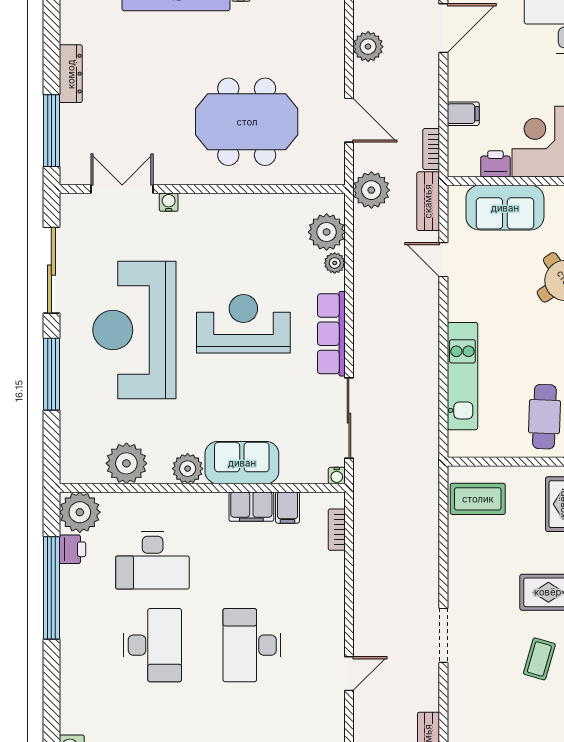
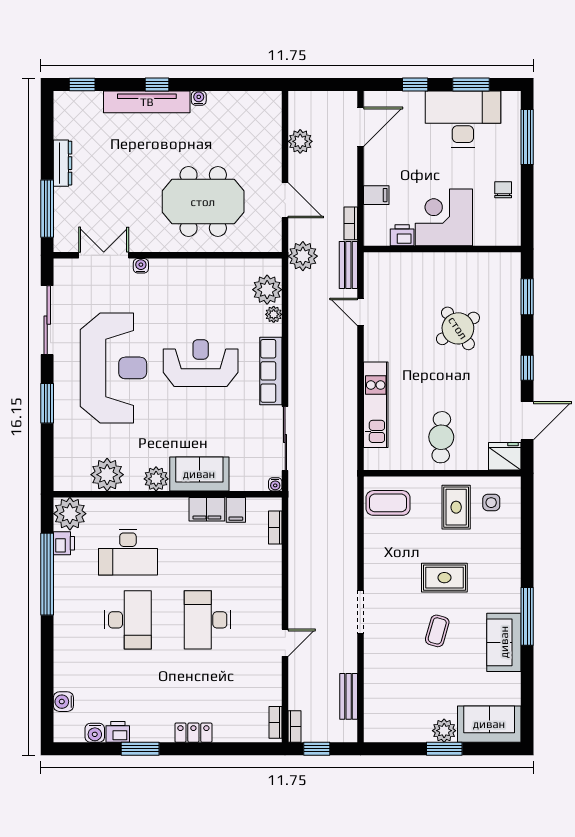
sofa: (505, 208) -> (410, 270), removed
reception desk: (134, 330) -> (113, 368), turned 180
window: (51, 374) -> (47, 403), width x0.69

